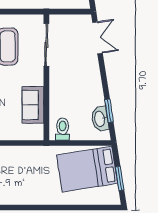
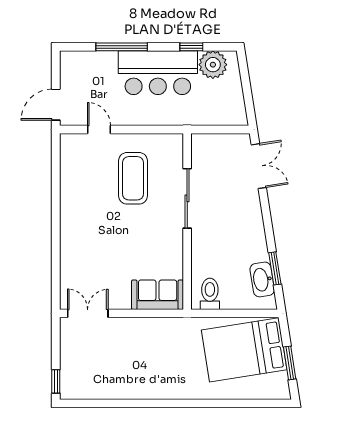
sliding door: (46, 45) -> (187, 198), moved
sofa: (33, 105) -> (158, 295), moved, turned 90

